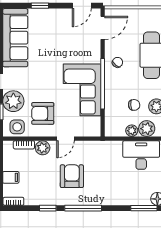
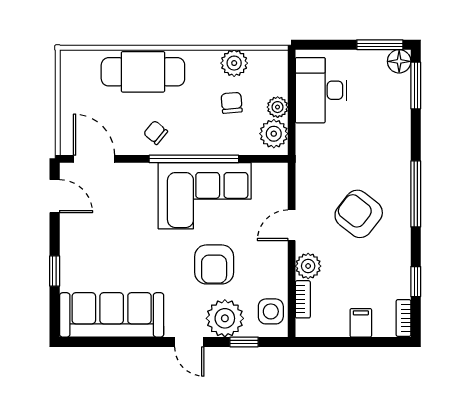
armchair: (43, 113) -> (214, 264), moved
plant: (147, 129) -> (274, 134), moved
door: (65, 139) -> (292, 225), swing flipped
armchair: (72, 176) -> (359, 214), turned 38
window: (48, 208) -> (416, 282), moved

